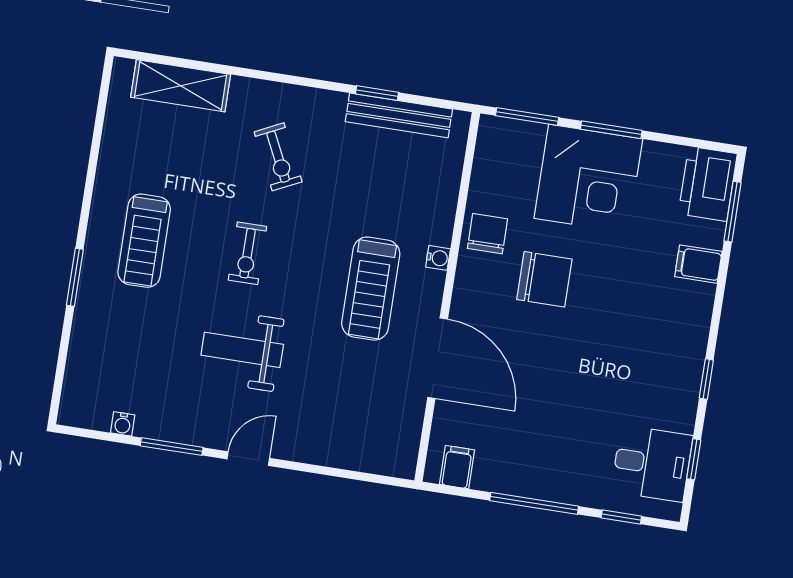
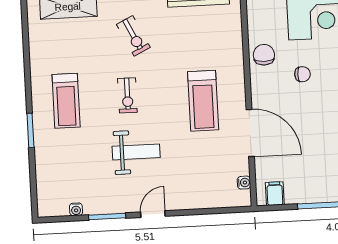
water cooler: (438, 258) -> (244, 183), moved
chair: (544, 279) -> (302, 74), width x0.54, depth x0.54
weight bench: (242, 350) -> (136, 152), turned 180

